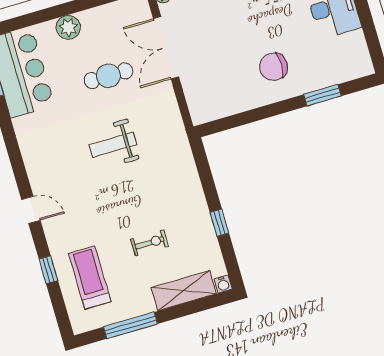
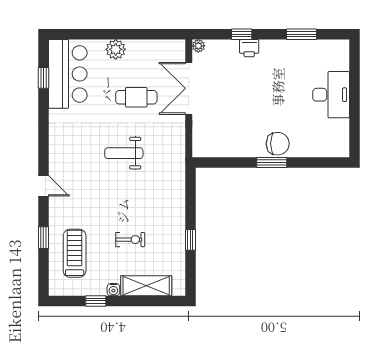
chair: (273, 67) -> (278, 144), moved, turned 180
window: (322, 95) -> (272, 163), moved
water cooler: (223, 284) -> (113, 290), moved
window: (131, 325) -> (96, 301), width x0.46

